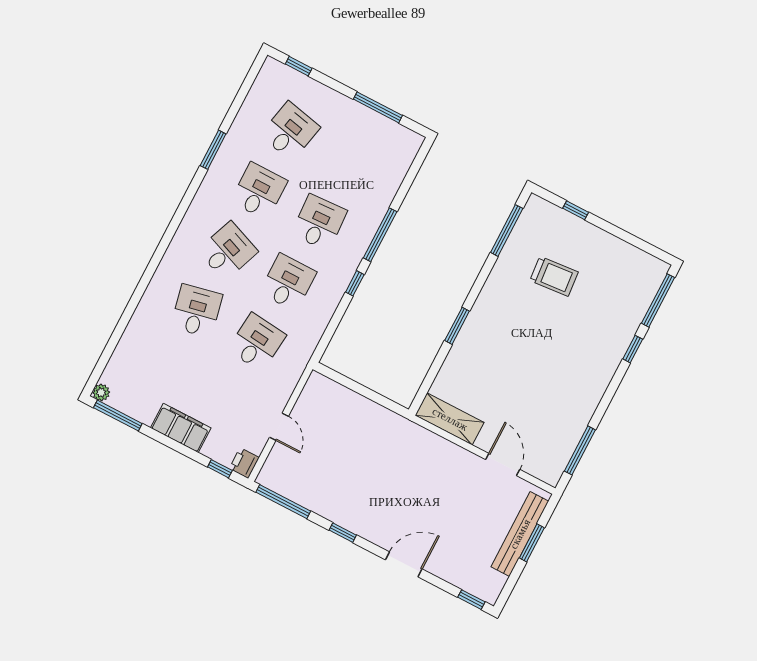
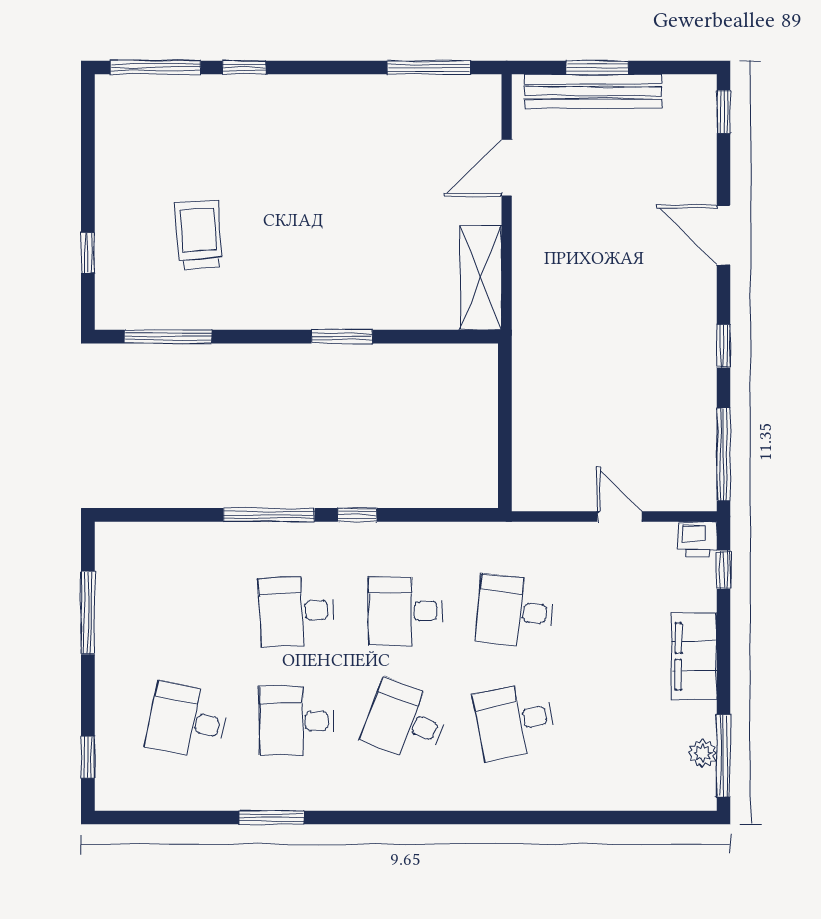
plant: (101, 392) -> (703, 753), moved
door: (279, 427) -> (619, 516), hinge flipped

